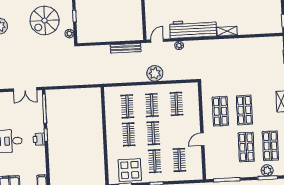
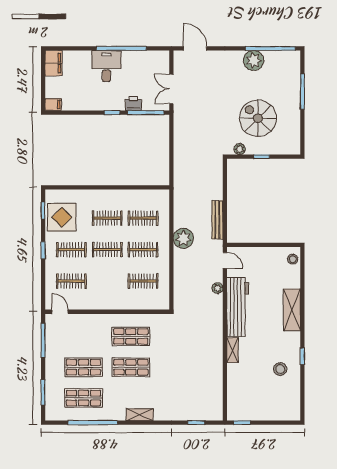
plant: (155, 73) -> (183, 238), moved
printer: (39, 139) -> (133, 103), moved
door: (202, 139) -> (60, 312), moved
plant: (267, 170) -> (52, 392), removed

